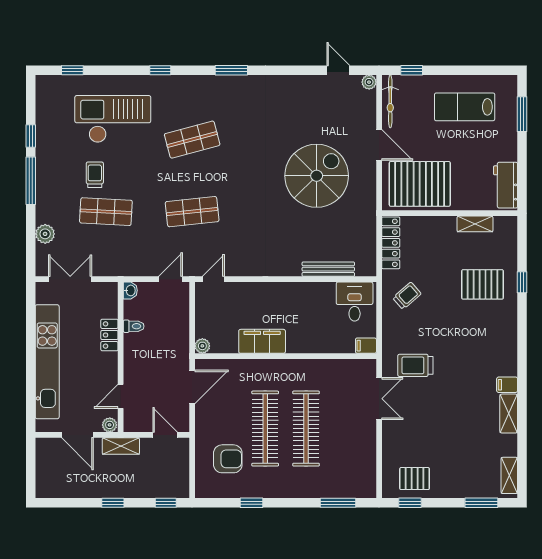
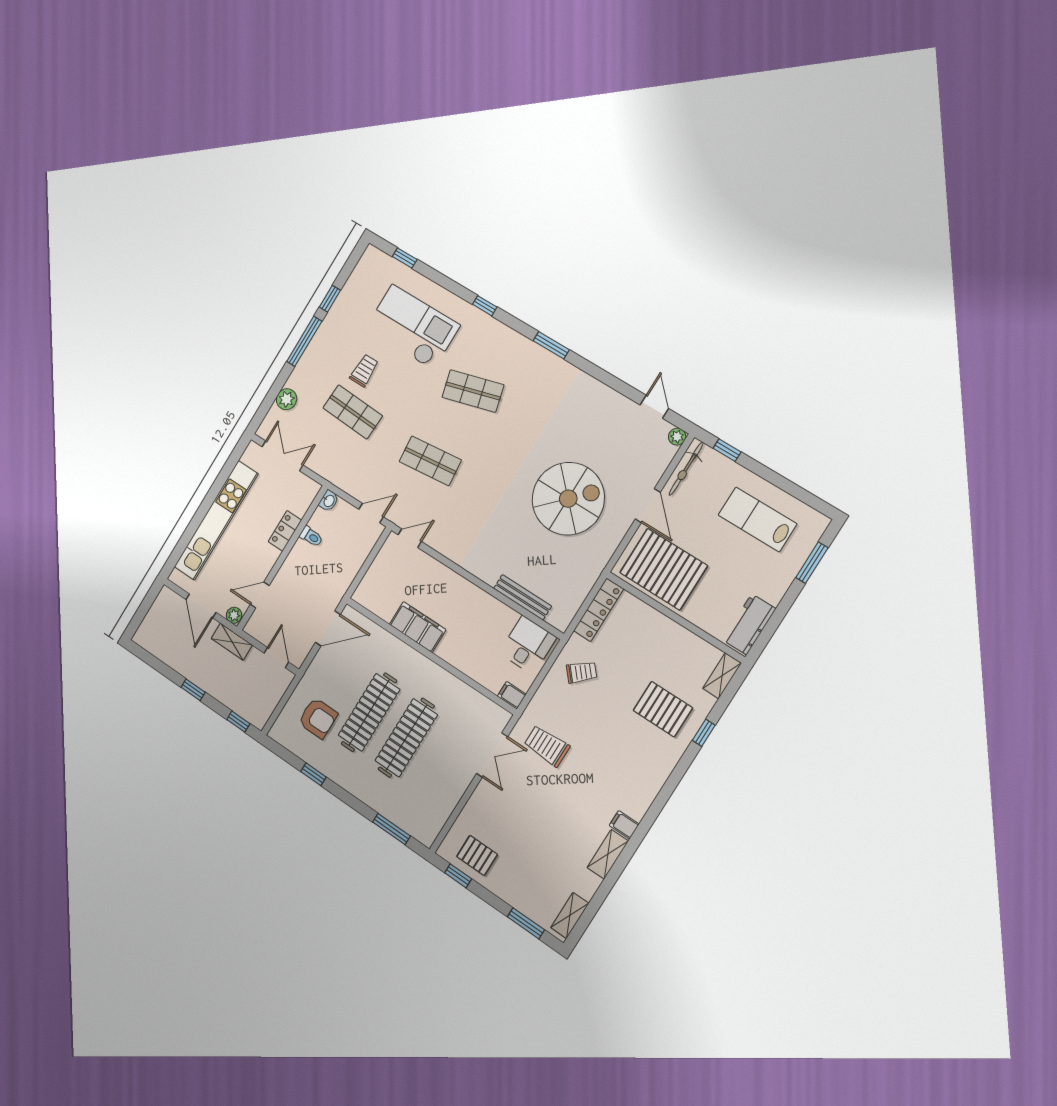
shelving: (475, 224) -> (722, 676), moved, turned 90
plant: (202, 346) -> (361, 596), removed

